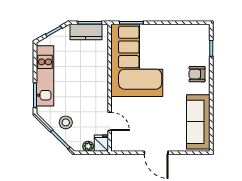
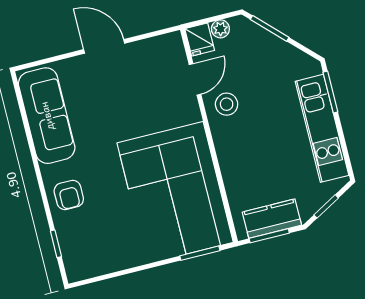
armchair: (197, 74) -> (69, 195), turned 90
door: (110, 121) -> (195, 79), swing flipped
stool: (66, 122) -> (227, 104), moved

